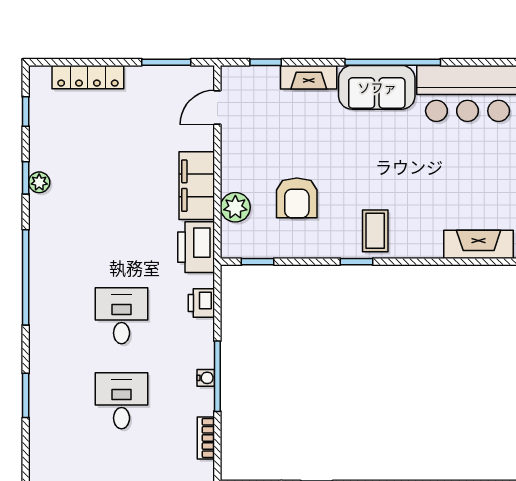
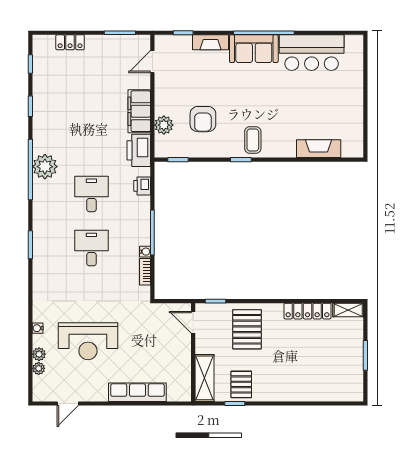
locker: (88, 77) -> (70, 42), width x0.66
plant: (39, 182) -> (45, 167), moved, width x1.88, depth x1.88
water cooler: (206, 378) -> (145, 252), moved

